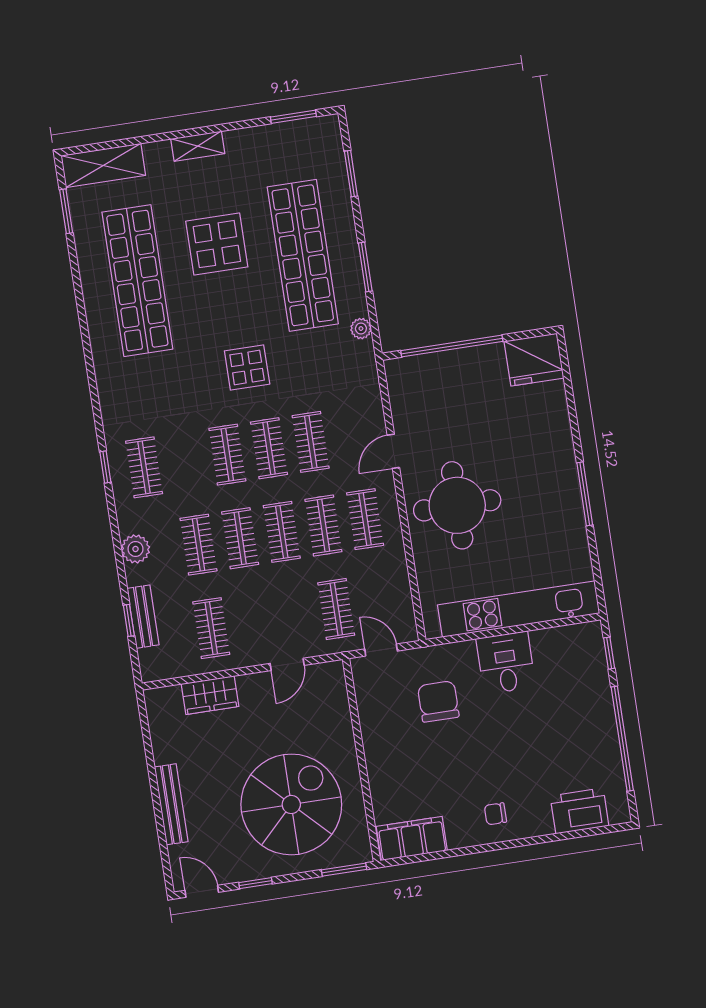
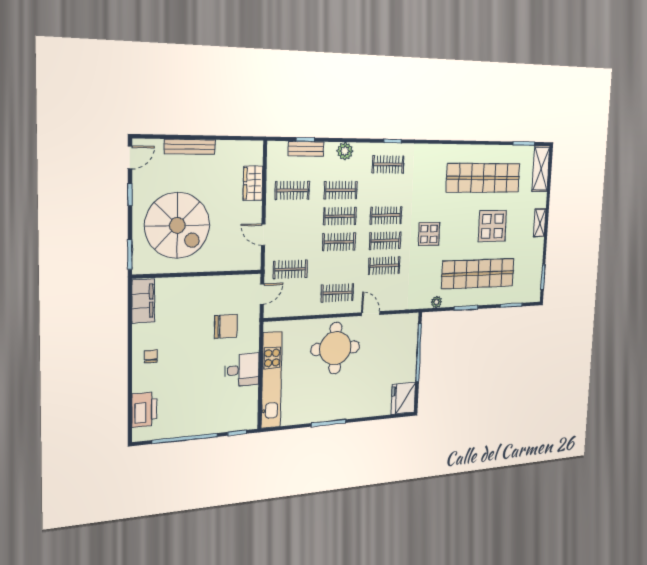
clothes rail: (323, 525) -> (338, 267), removed

